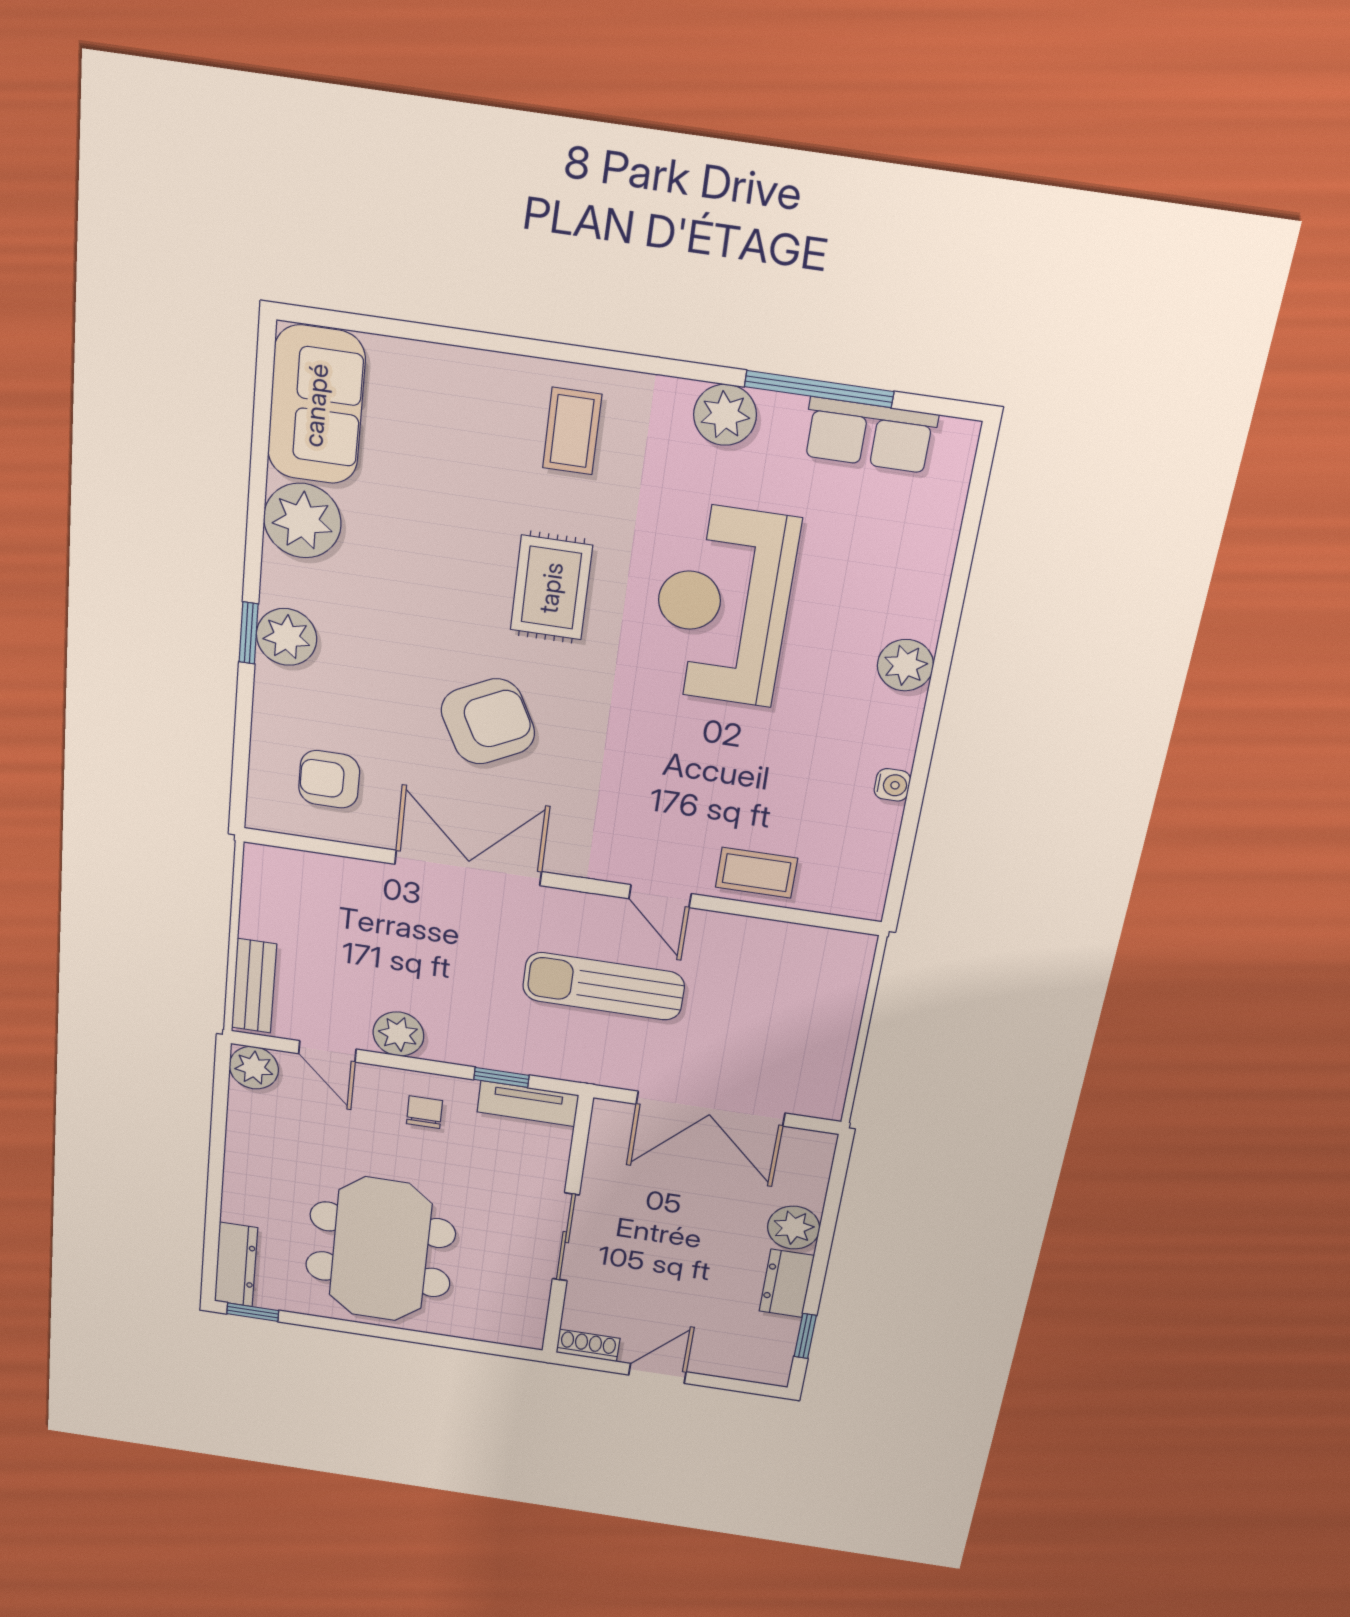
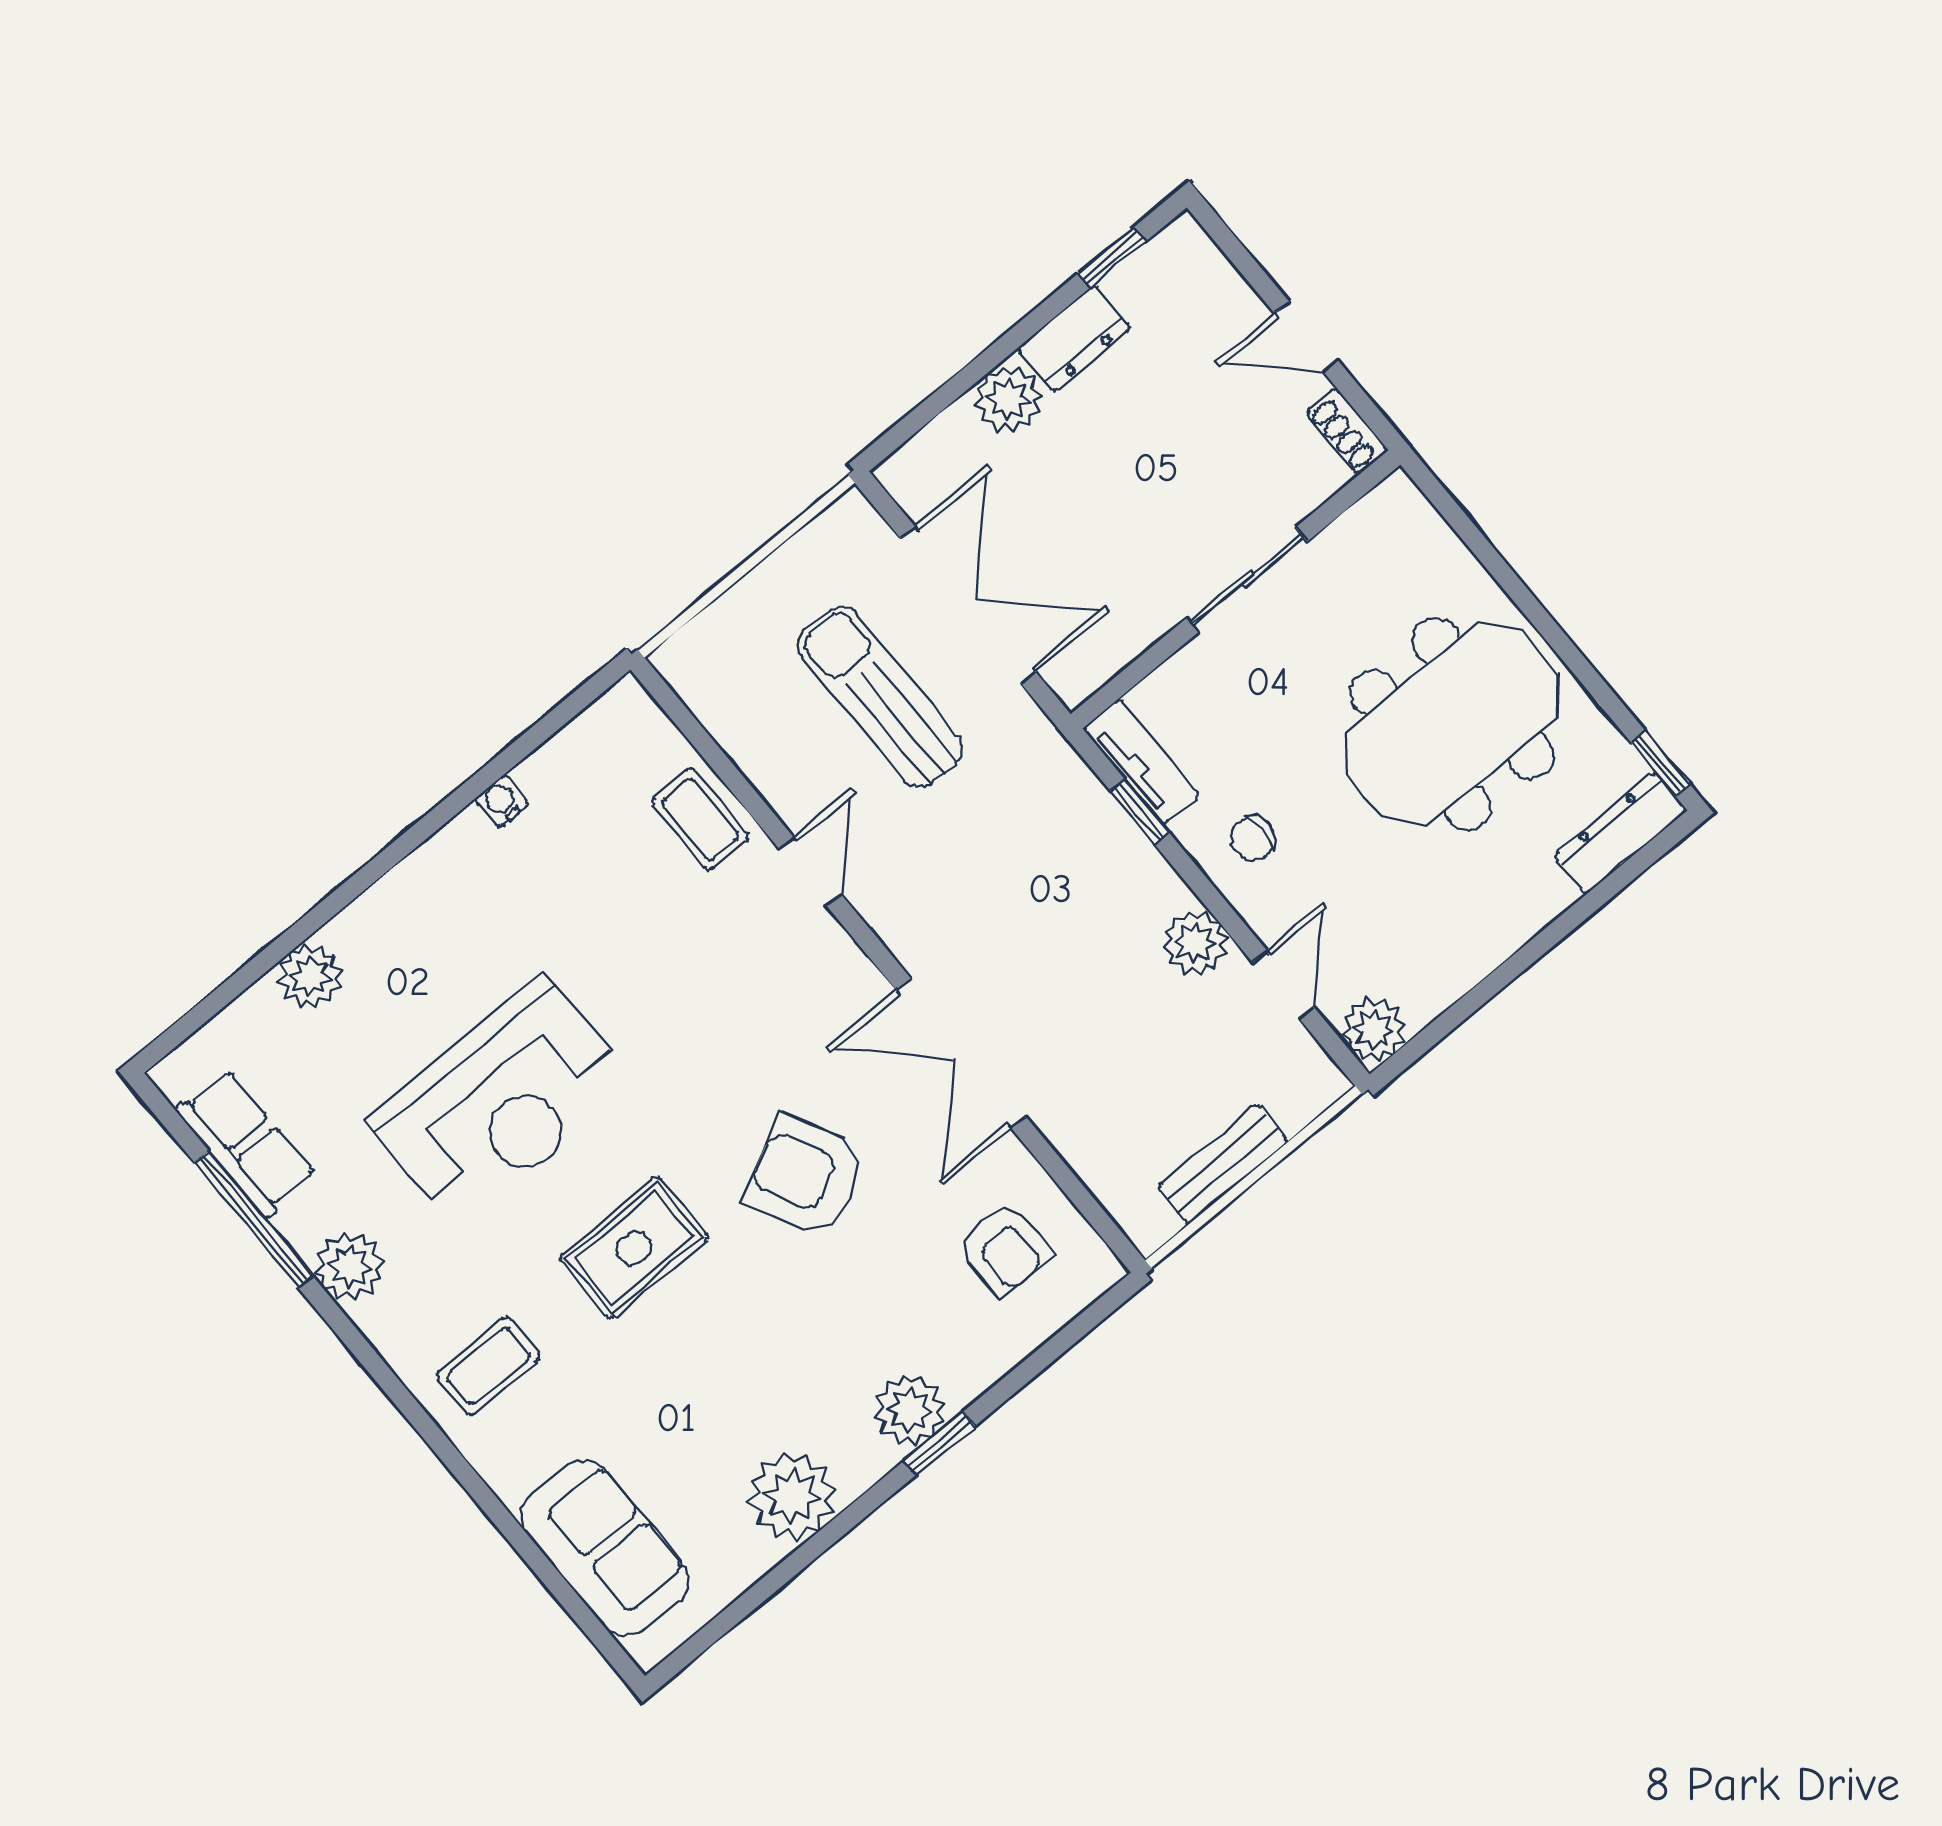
sofa: (316, 405) -> (605, 1548), moved, turned 90
plant: (905, 665) -> (310, 976), moved
bench: (254, 986) -> (1223, 1164), moved
sun lounger: (604, 986) -> (880, 697), moved, turned 180

